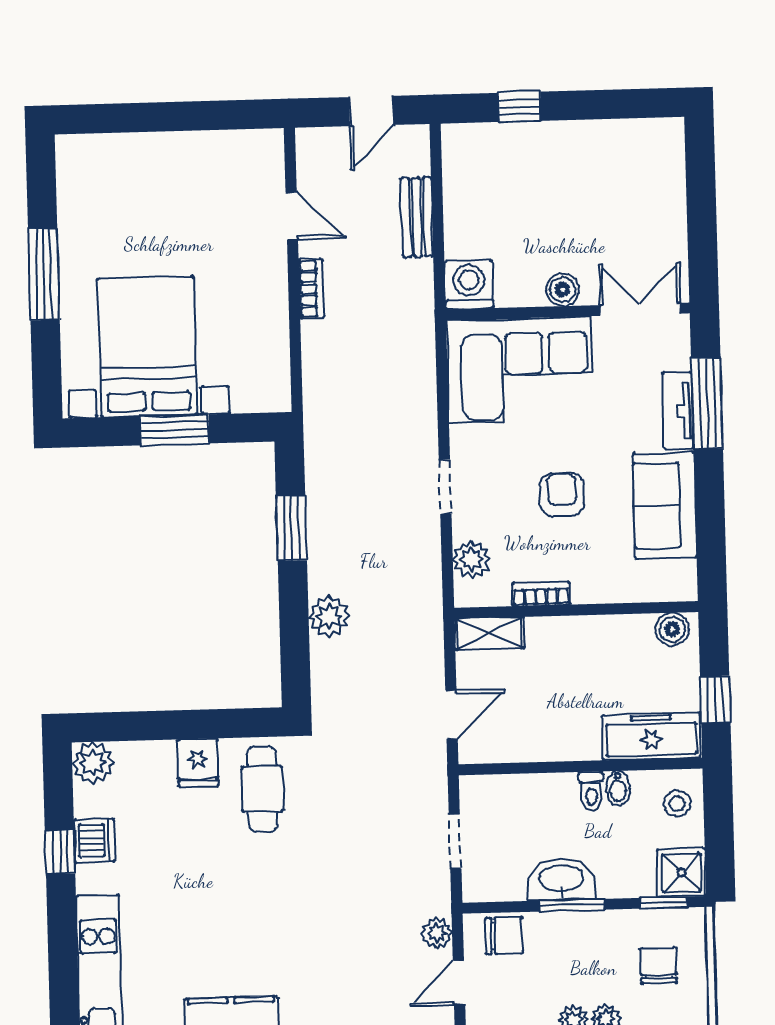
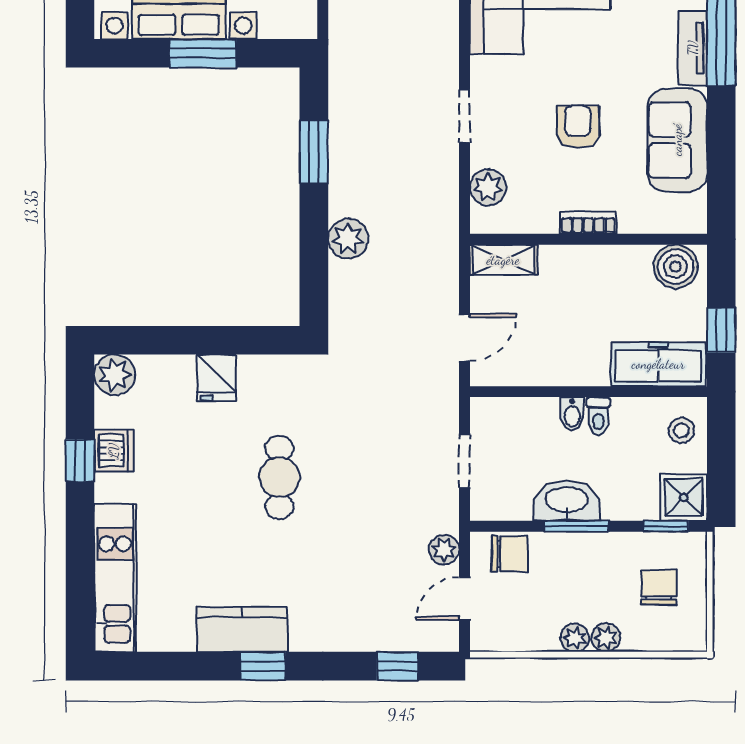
bookcase: (541, 594) -> (588, 223), moved
boiler: (672, 629) -> (676, 267), width x1.36, depth x1.36
bidet: (618, 788) -> (572, 414), moved
cafe table: (262, 789) -> (279, 477), moved

